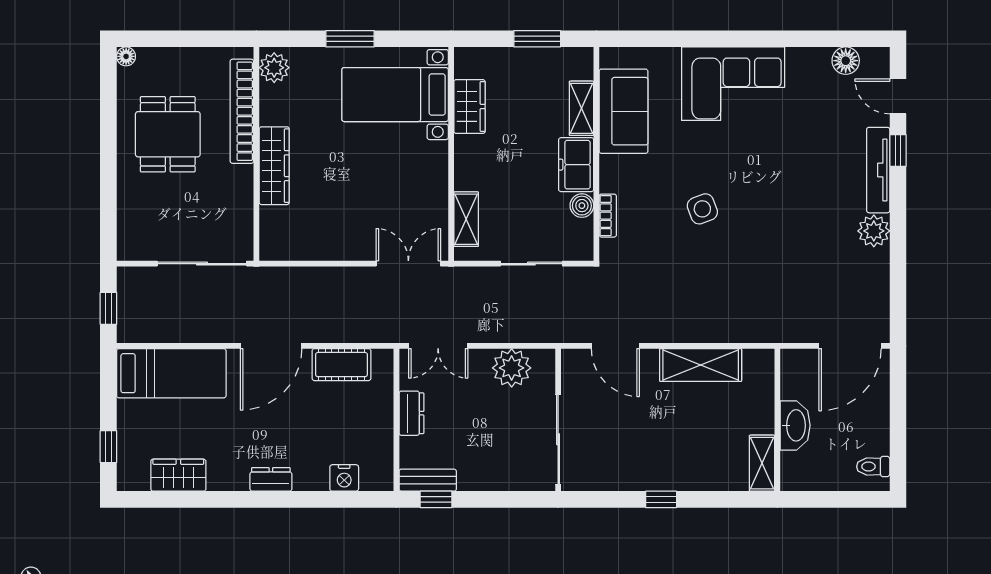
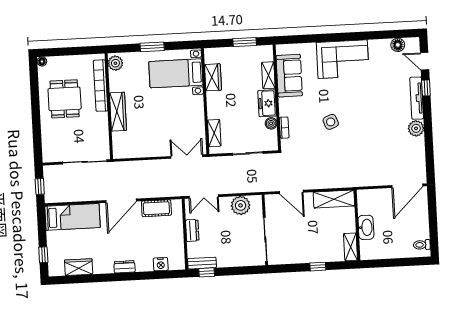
wall: (777, 420) -> (357, 225), moved
washbasin: (795, 425) -> (366, 227), moved
shelving: (762, 463) -> (351, 247), moved

